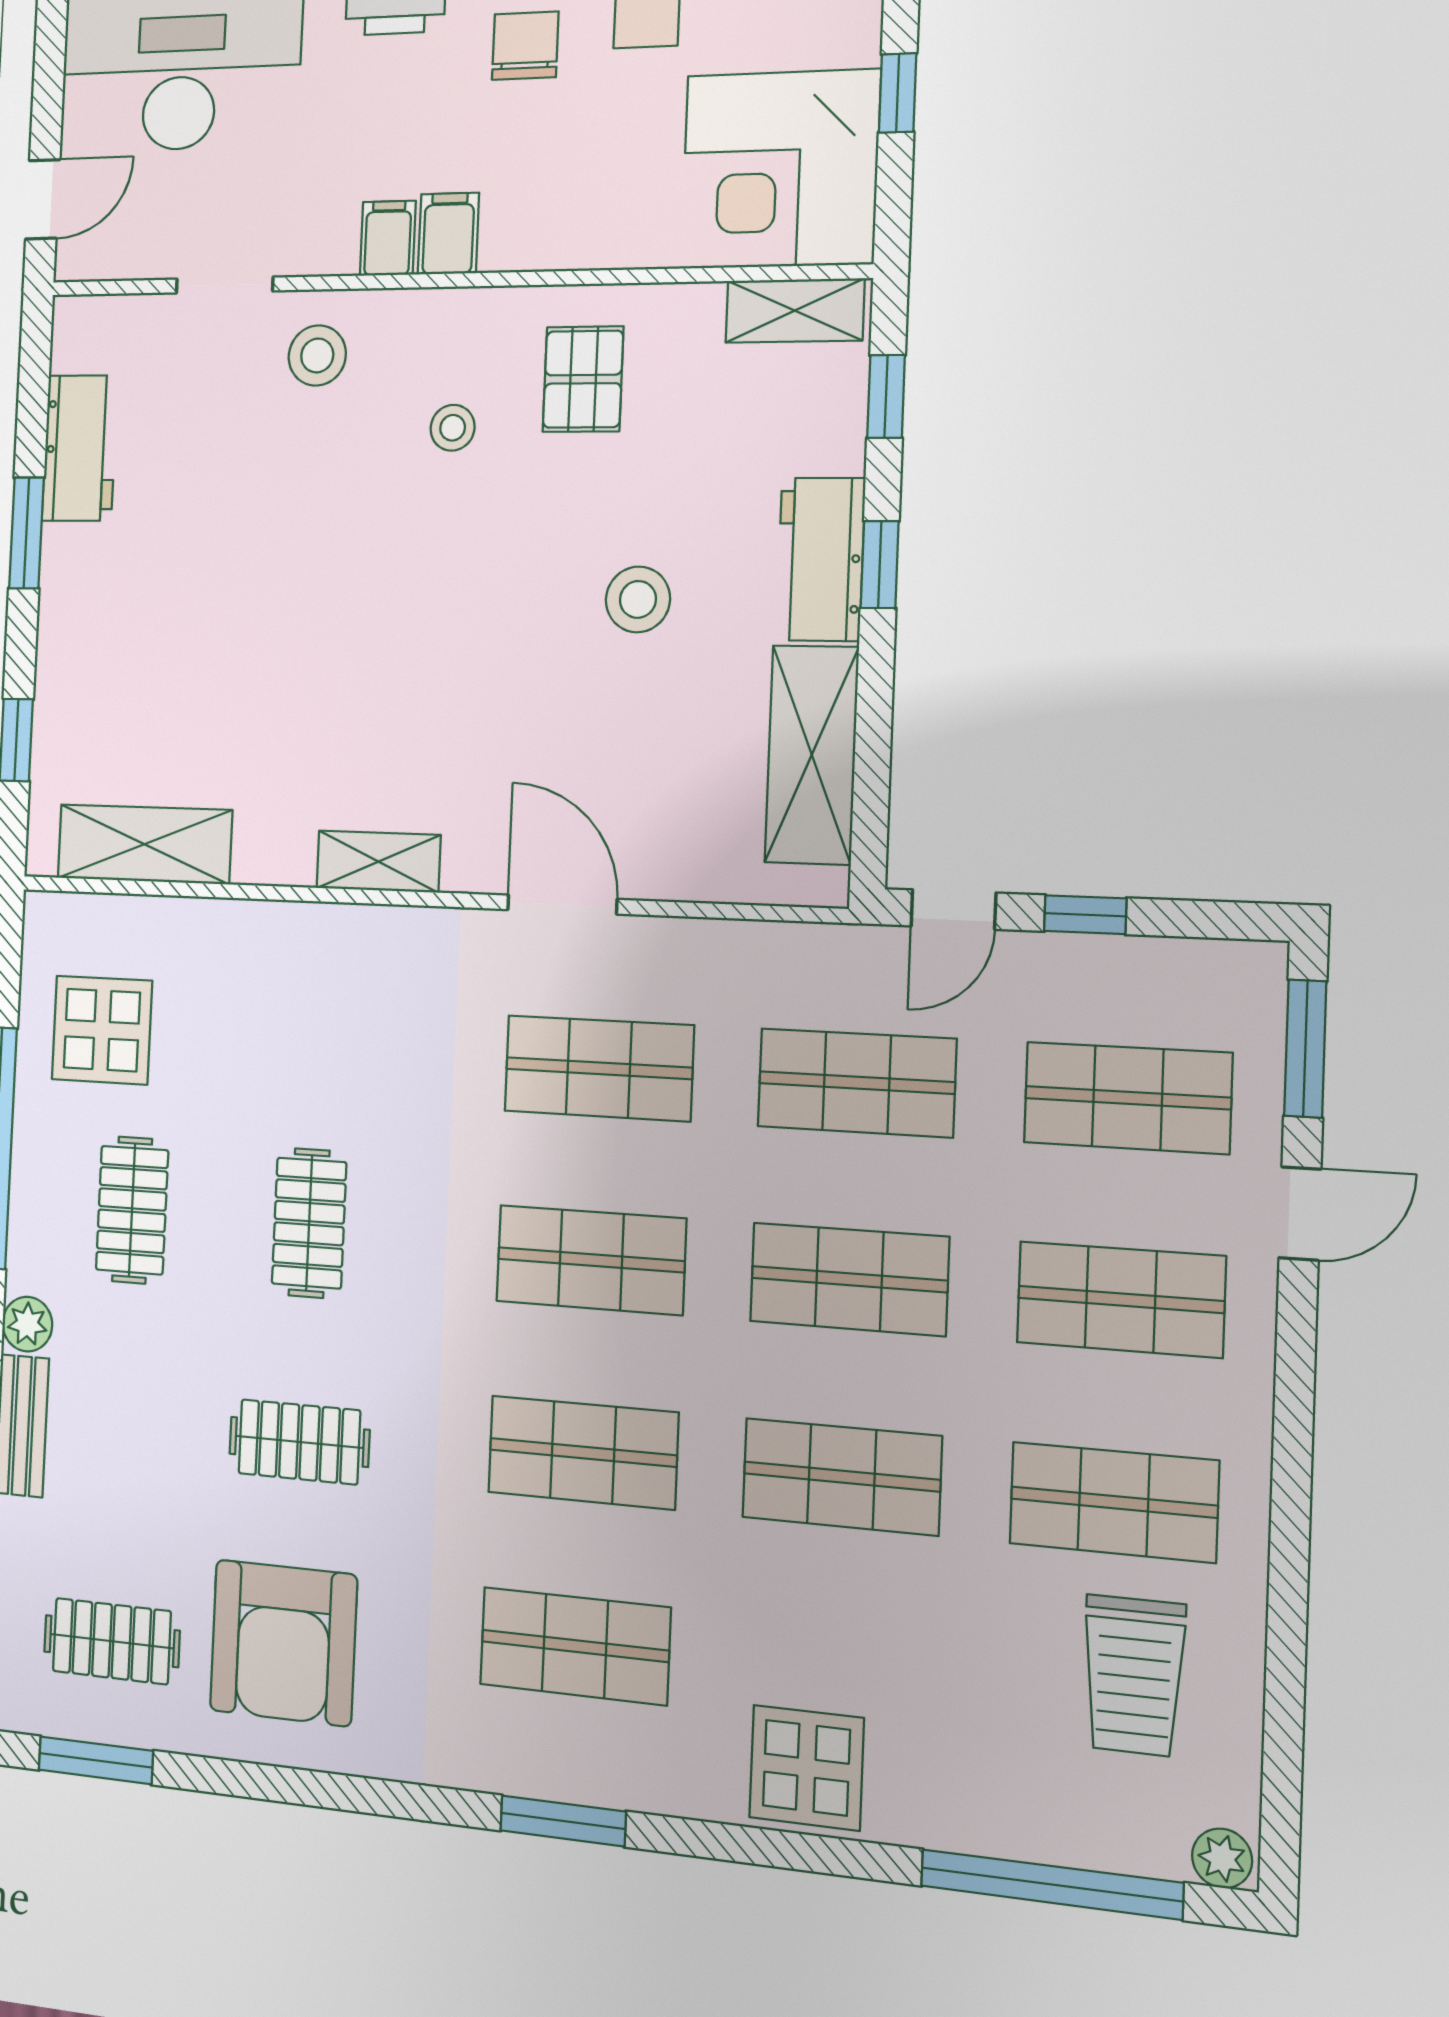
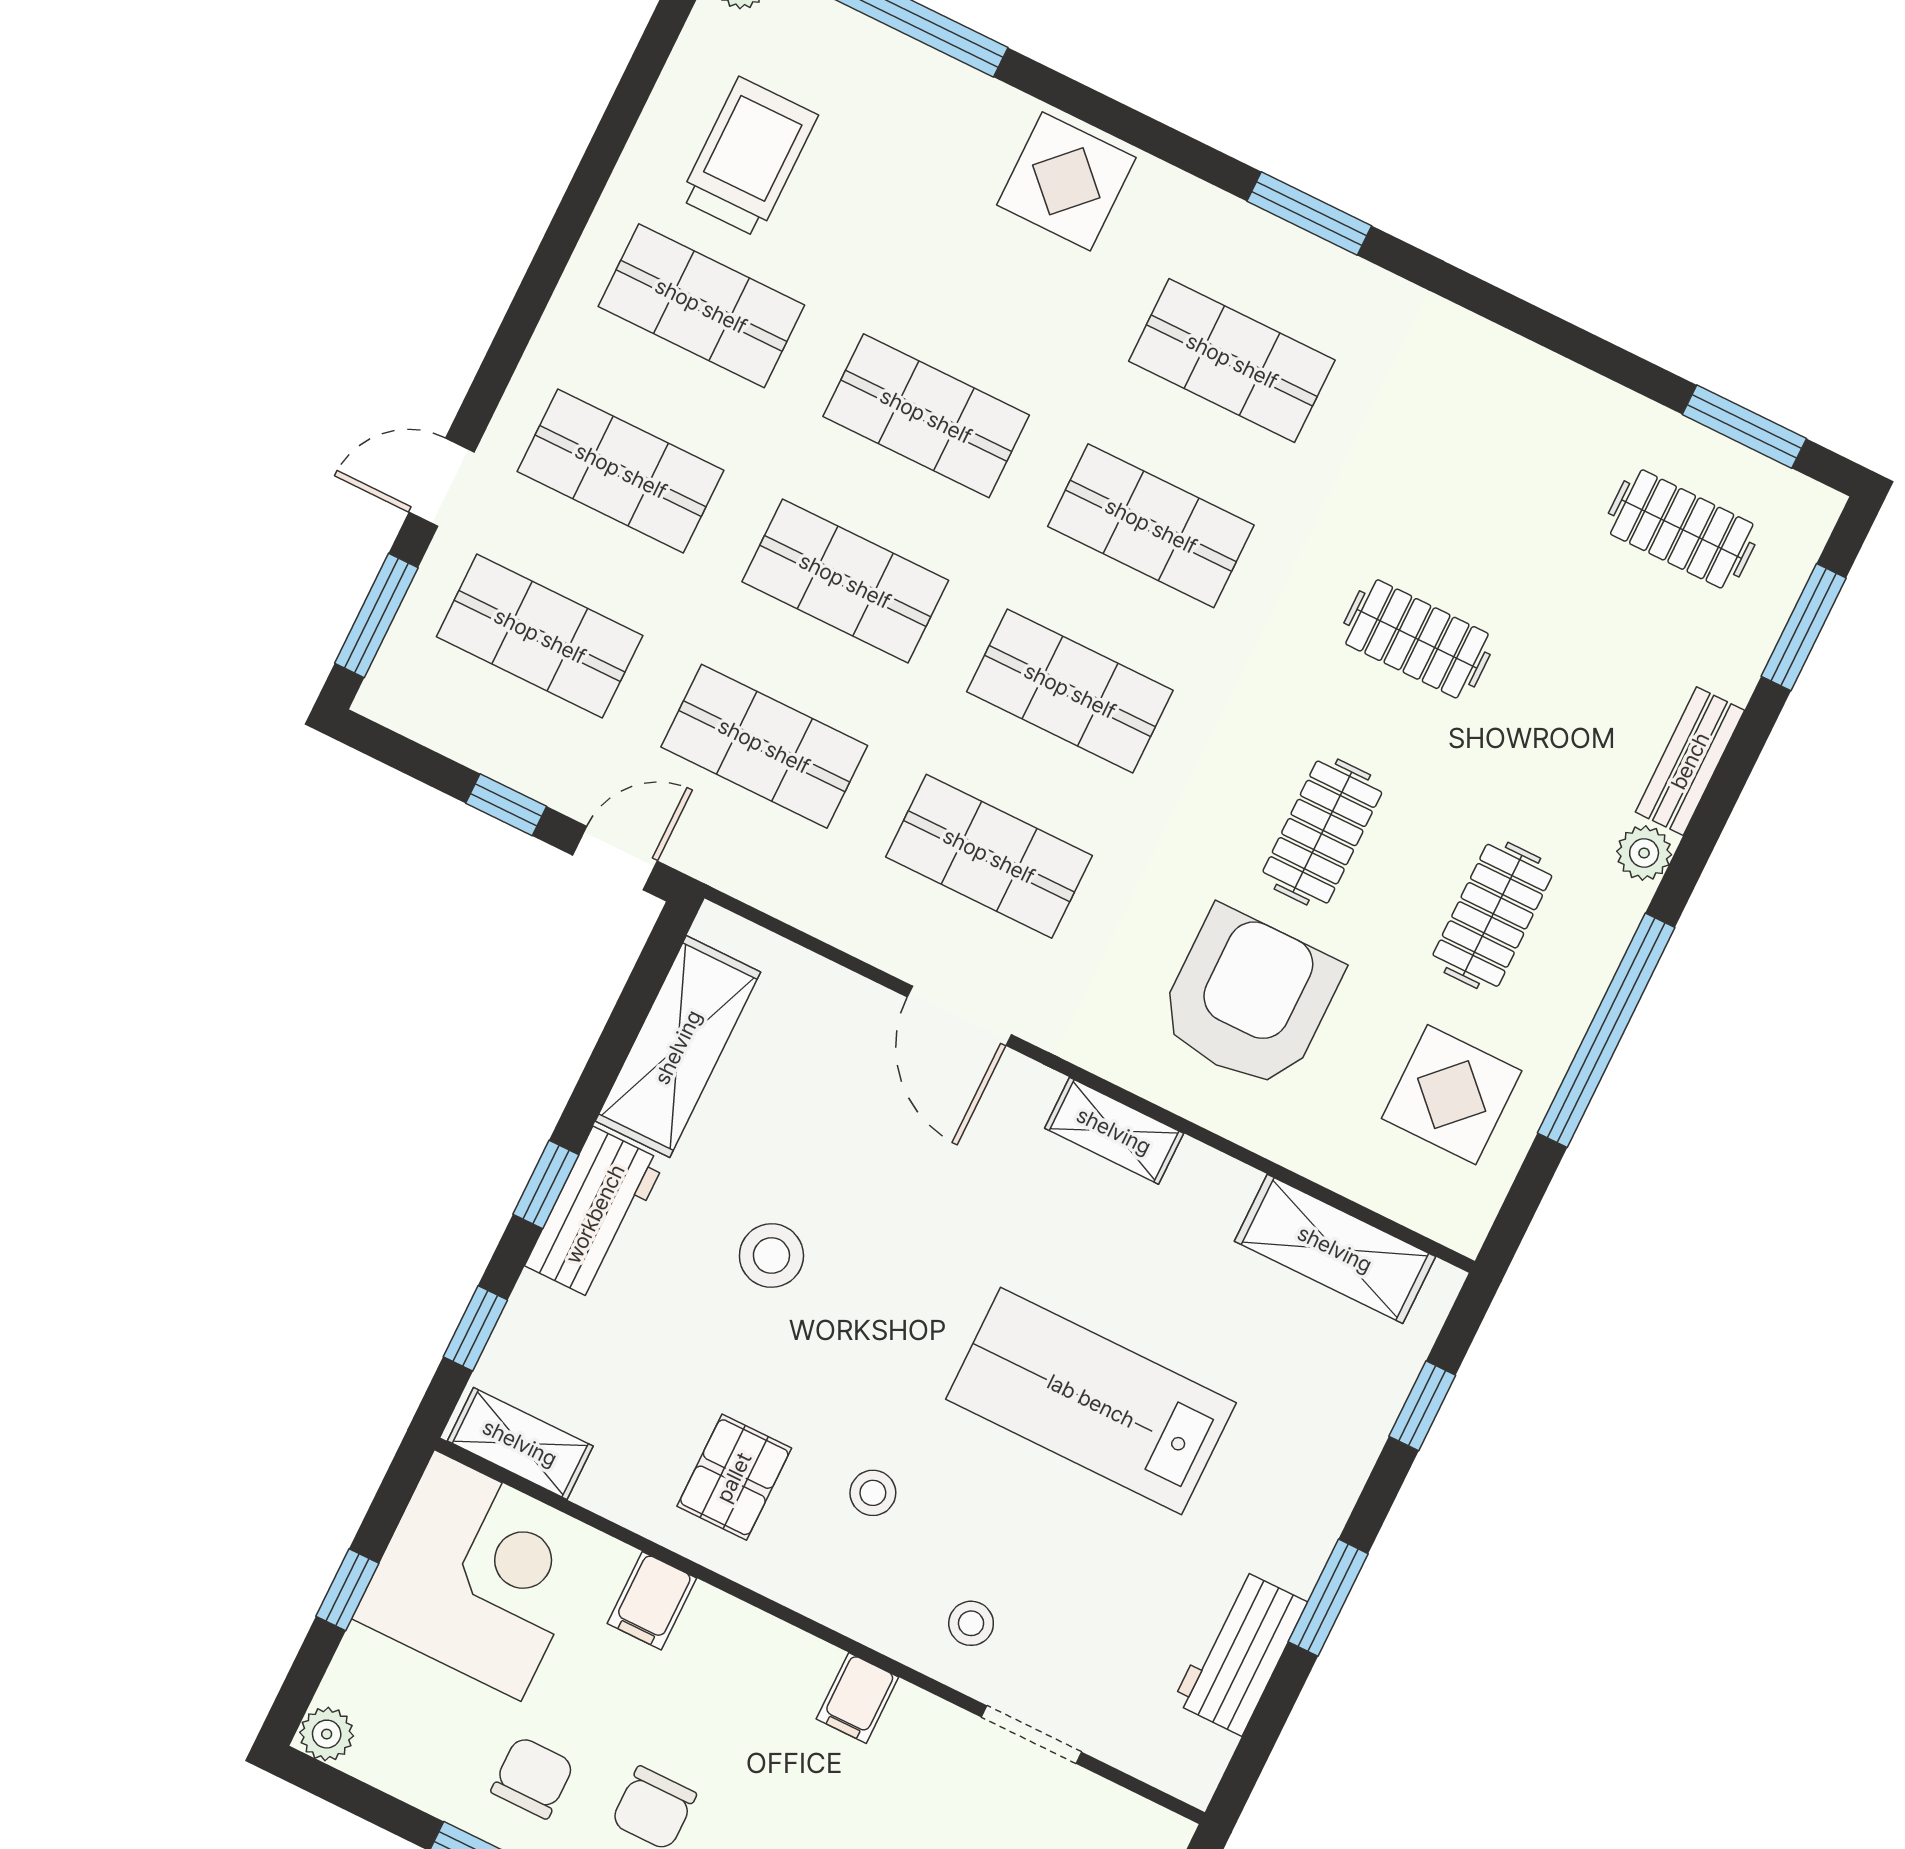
filing cabinet: (448, 234) -> (652, 1601), moved
stool: (317, 355) -> (971, 1623), width x0.73, depth x0.73
lab bench: (297, 606) -> (1091, 1401), added
armchair: (283, 1643) -> (1249, 999), moved

